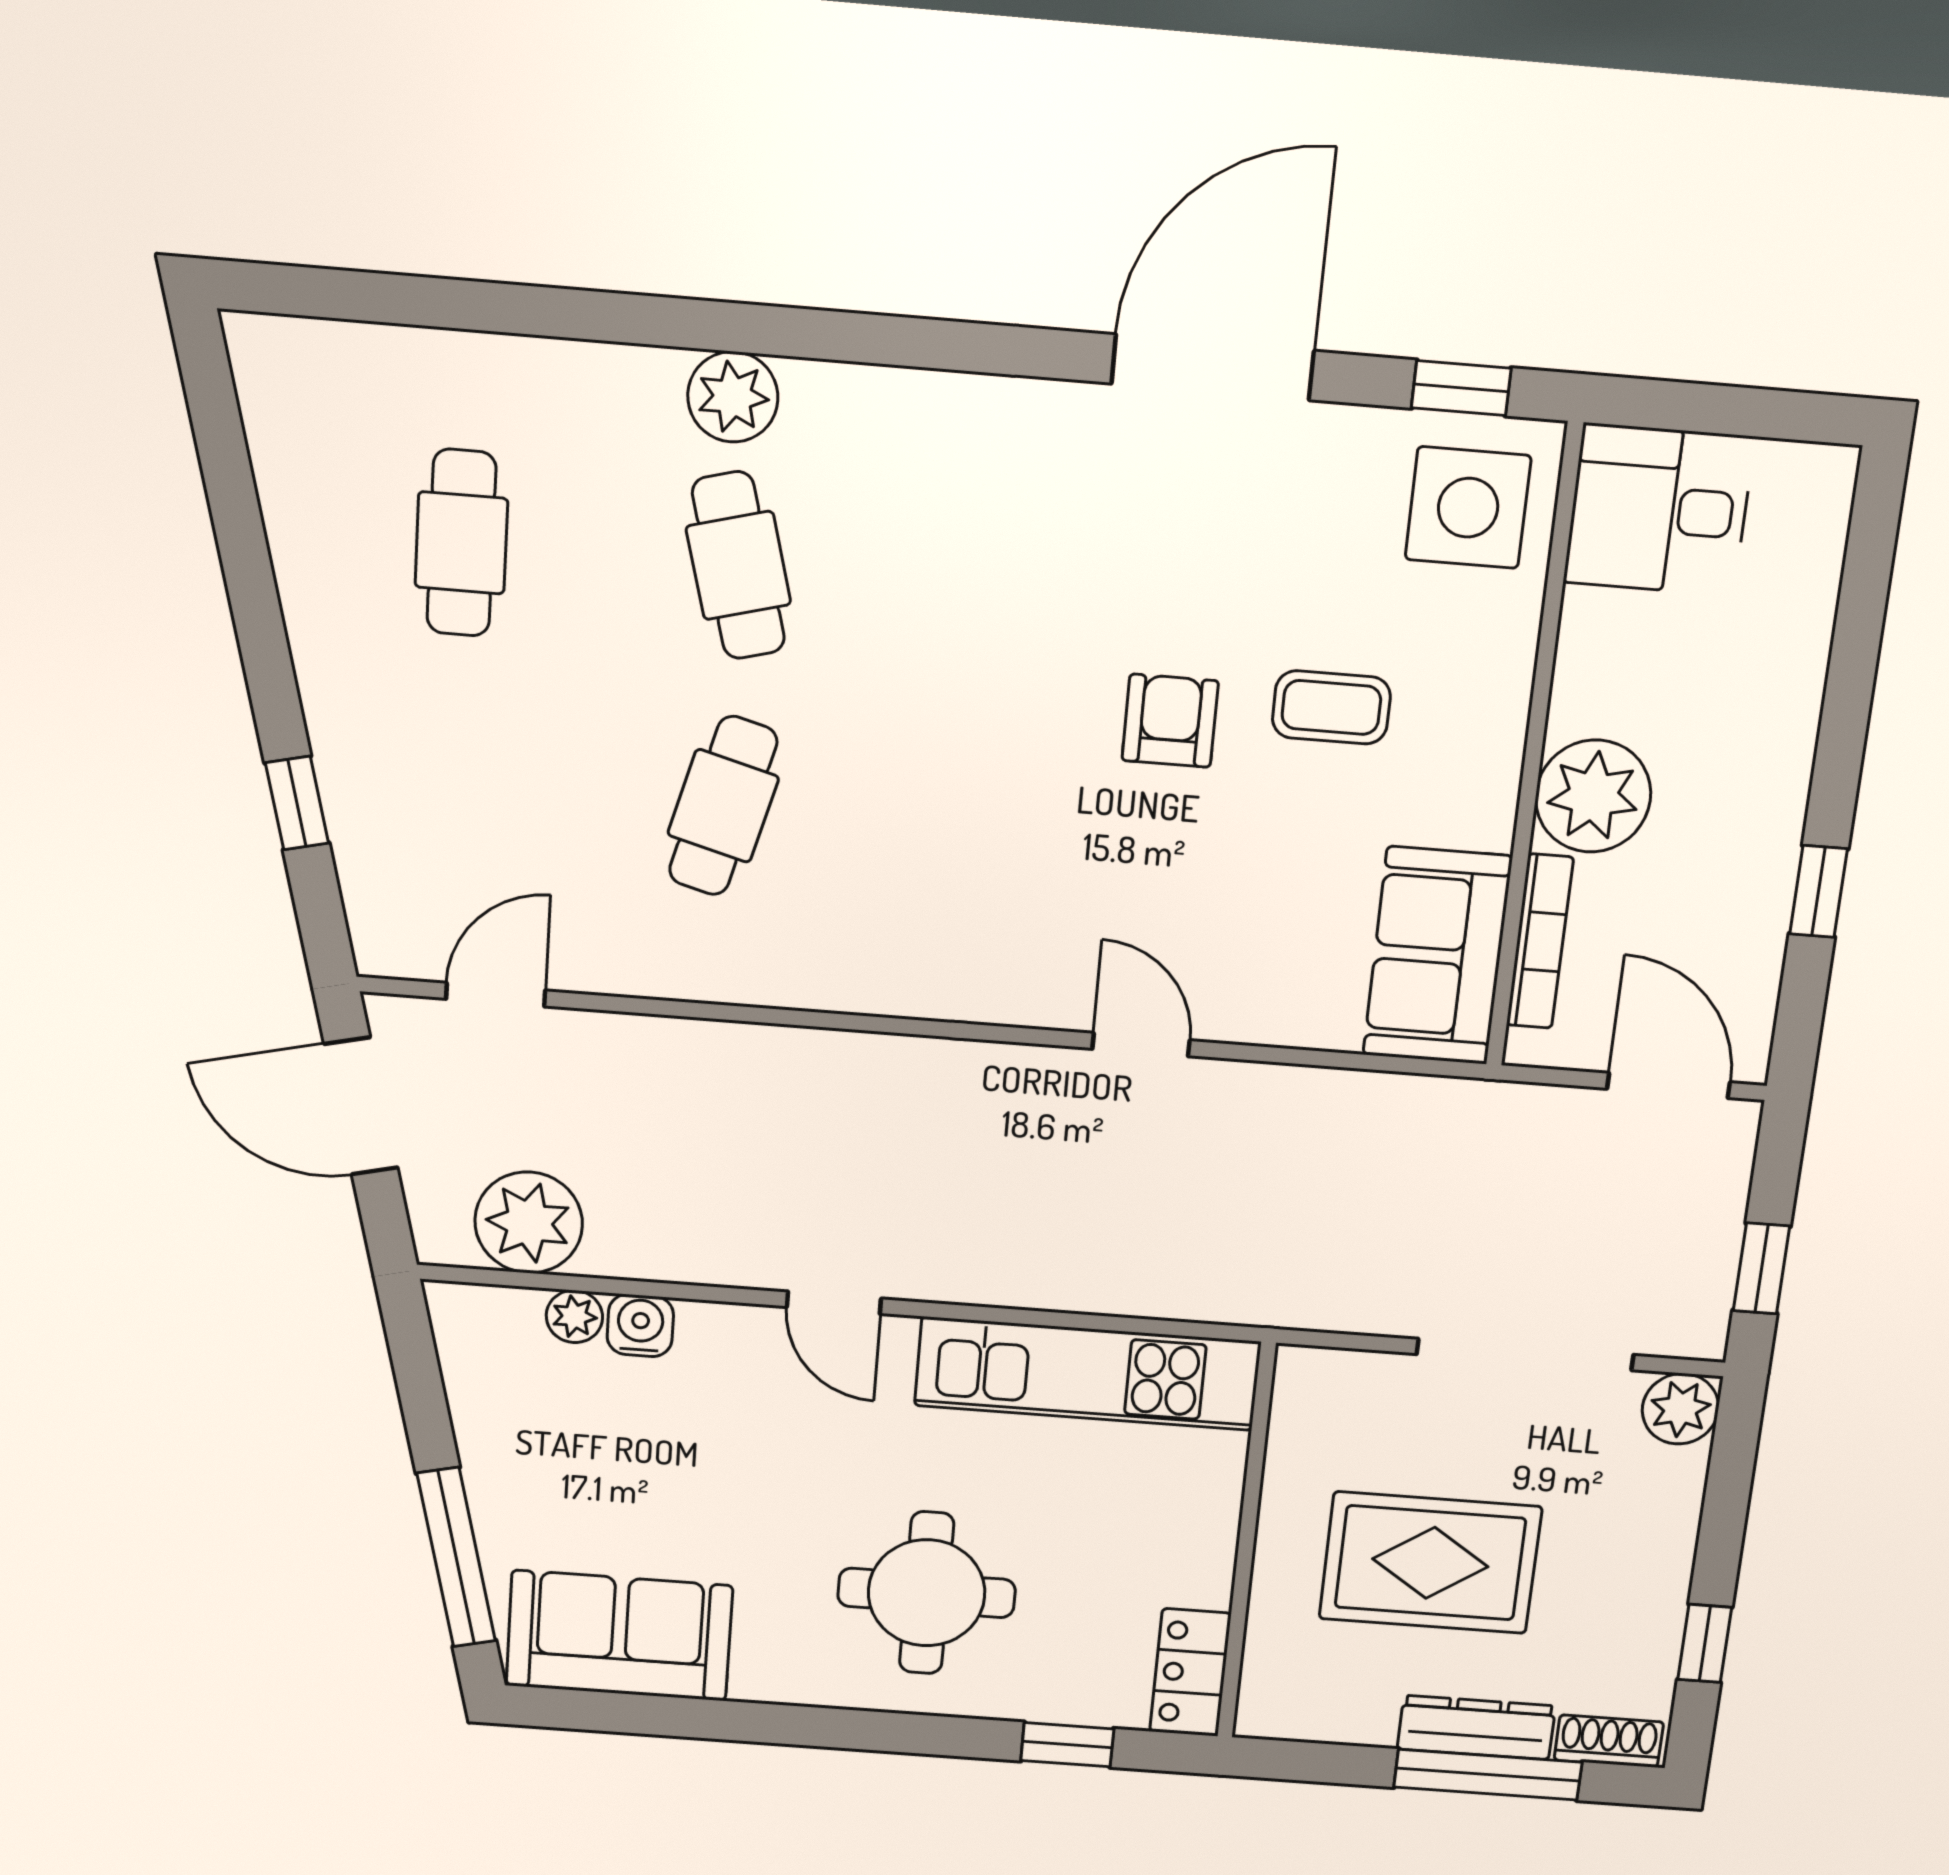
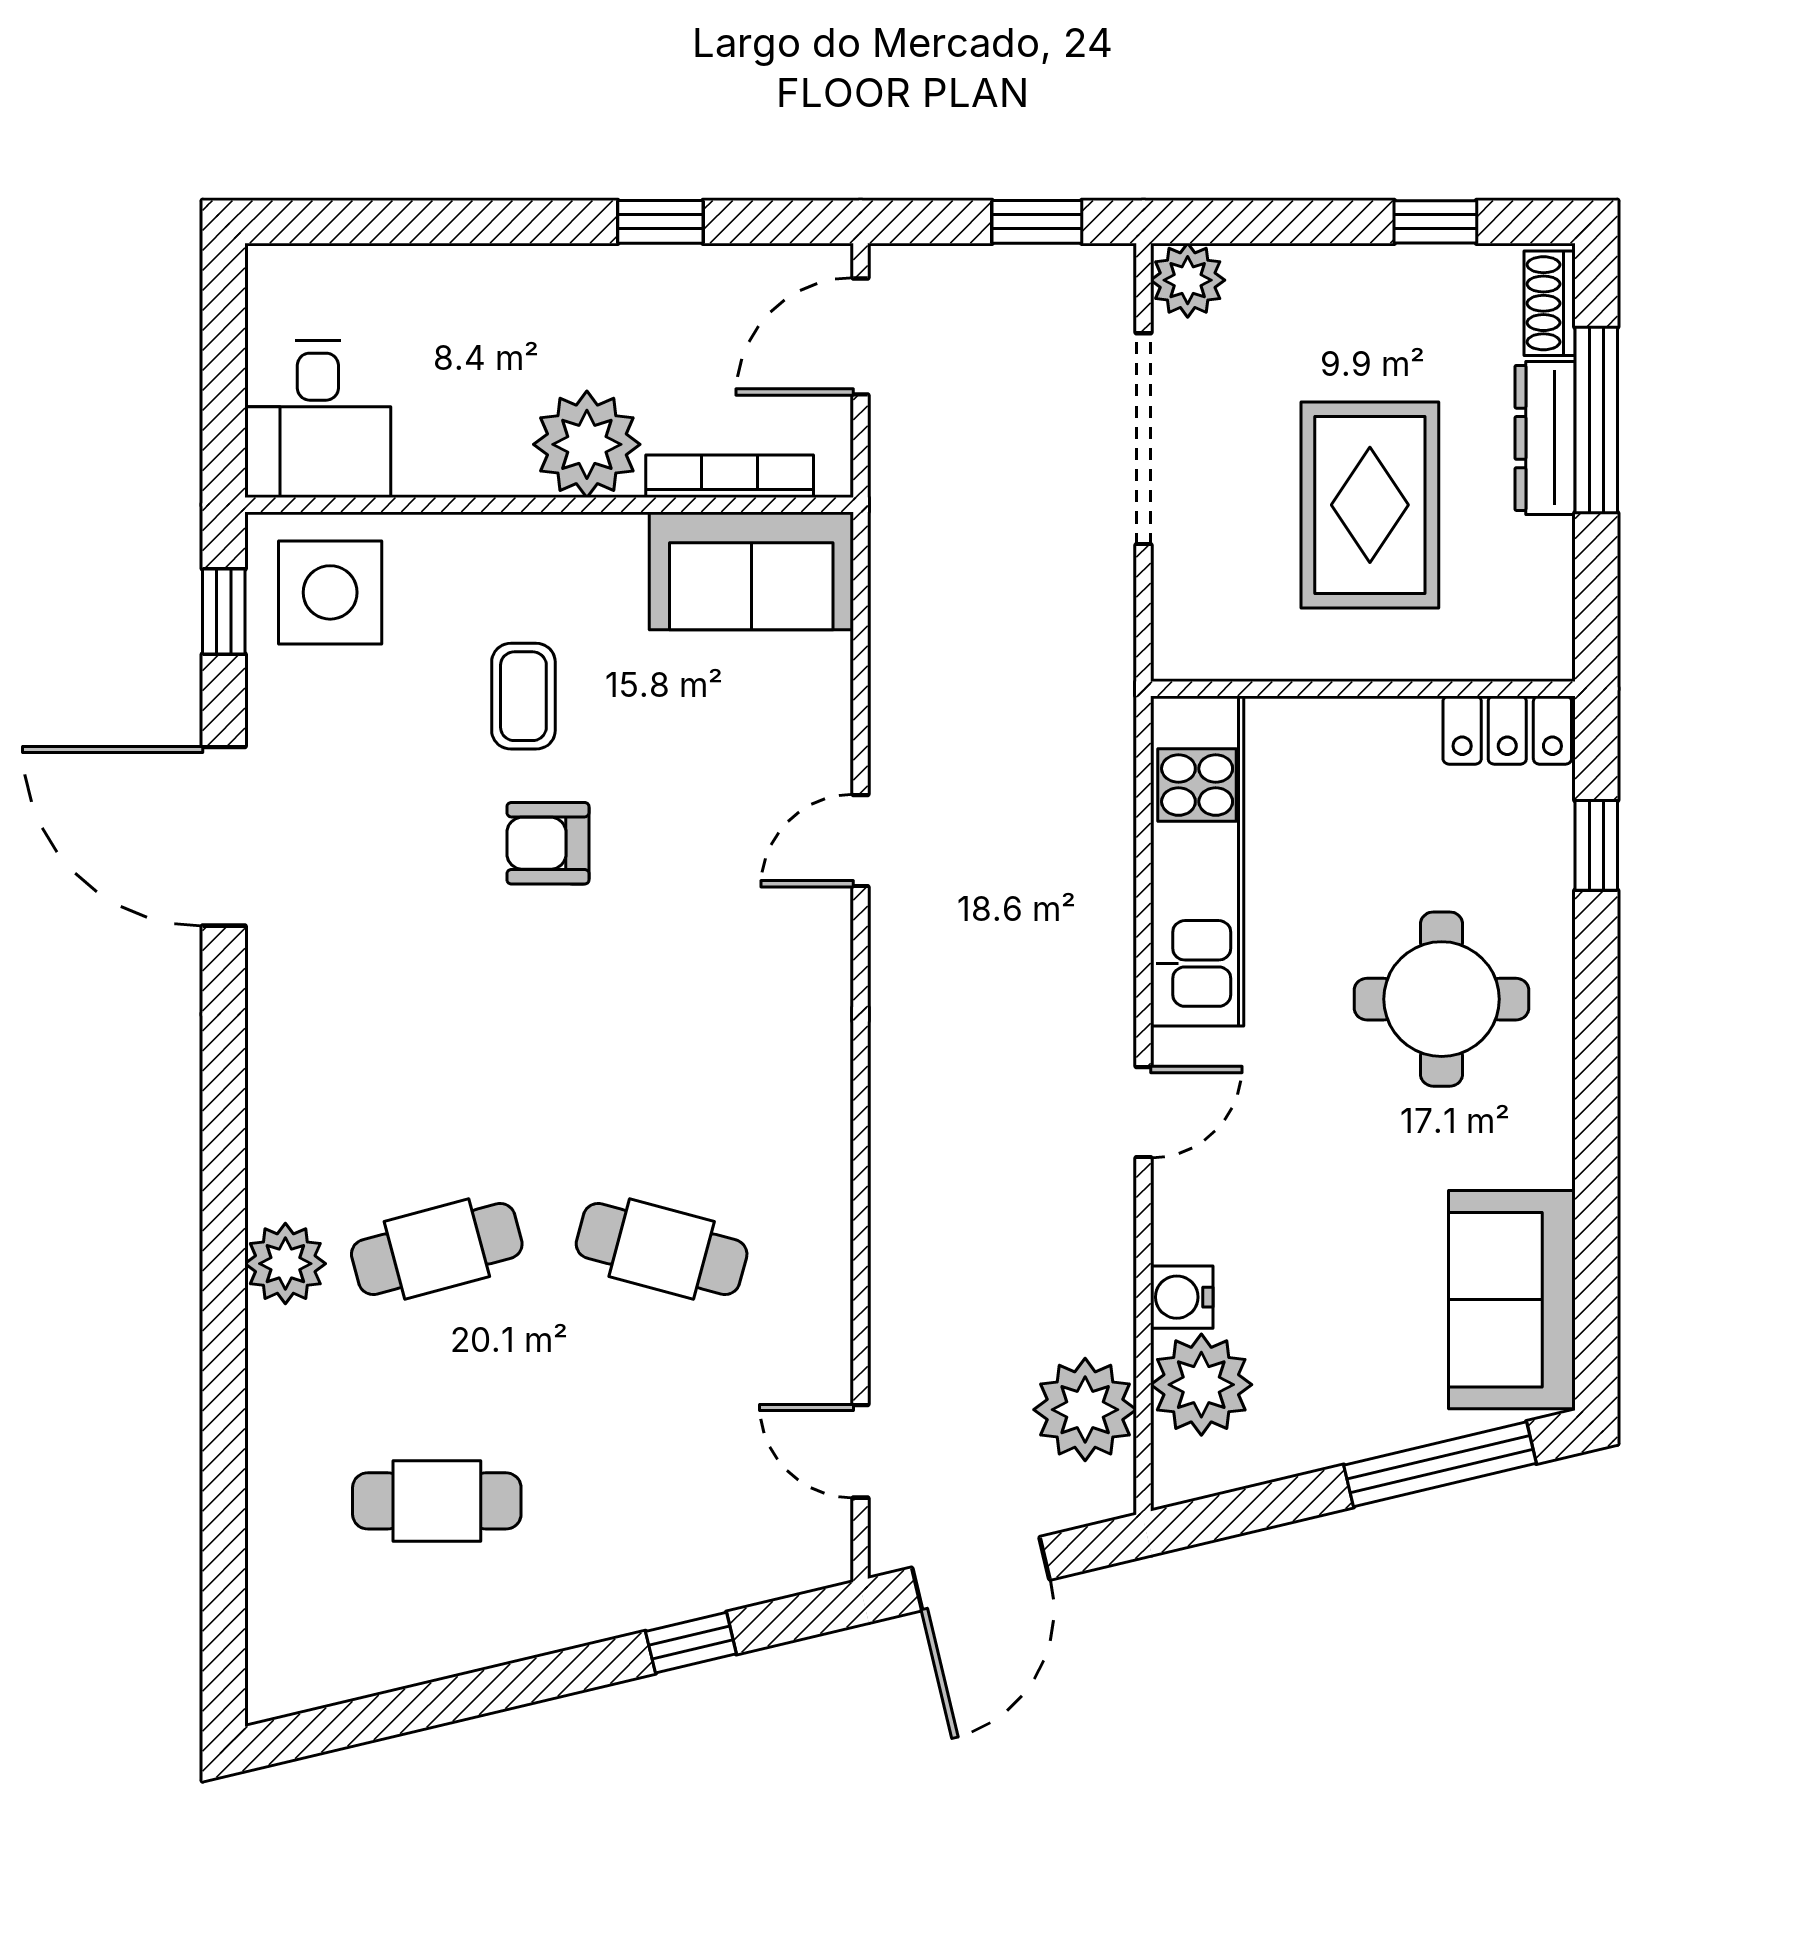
plant: (574, 1317) -> (1201, 1385), width x1.87, depth x1.87

